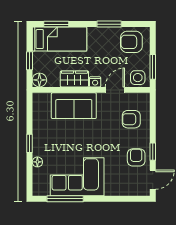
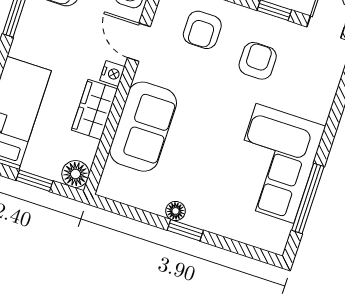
armchair: (136, 157) -> (258, 61), moved, turned 90
floor lamp: (37, 162) -> (176, 211), moved

